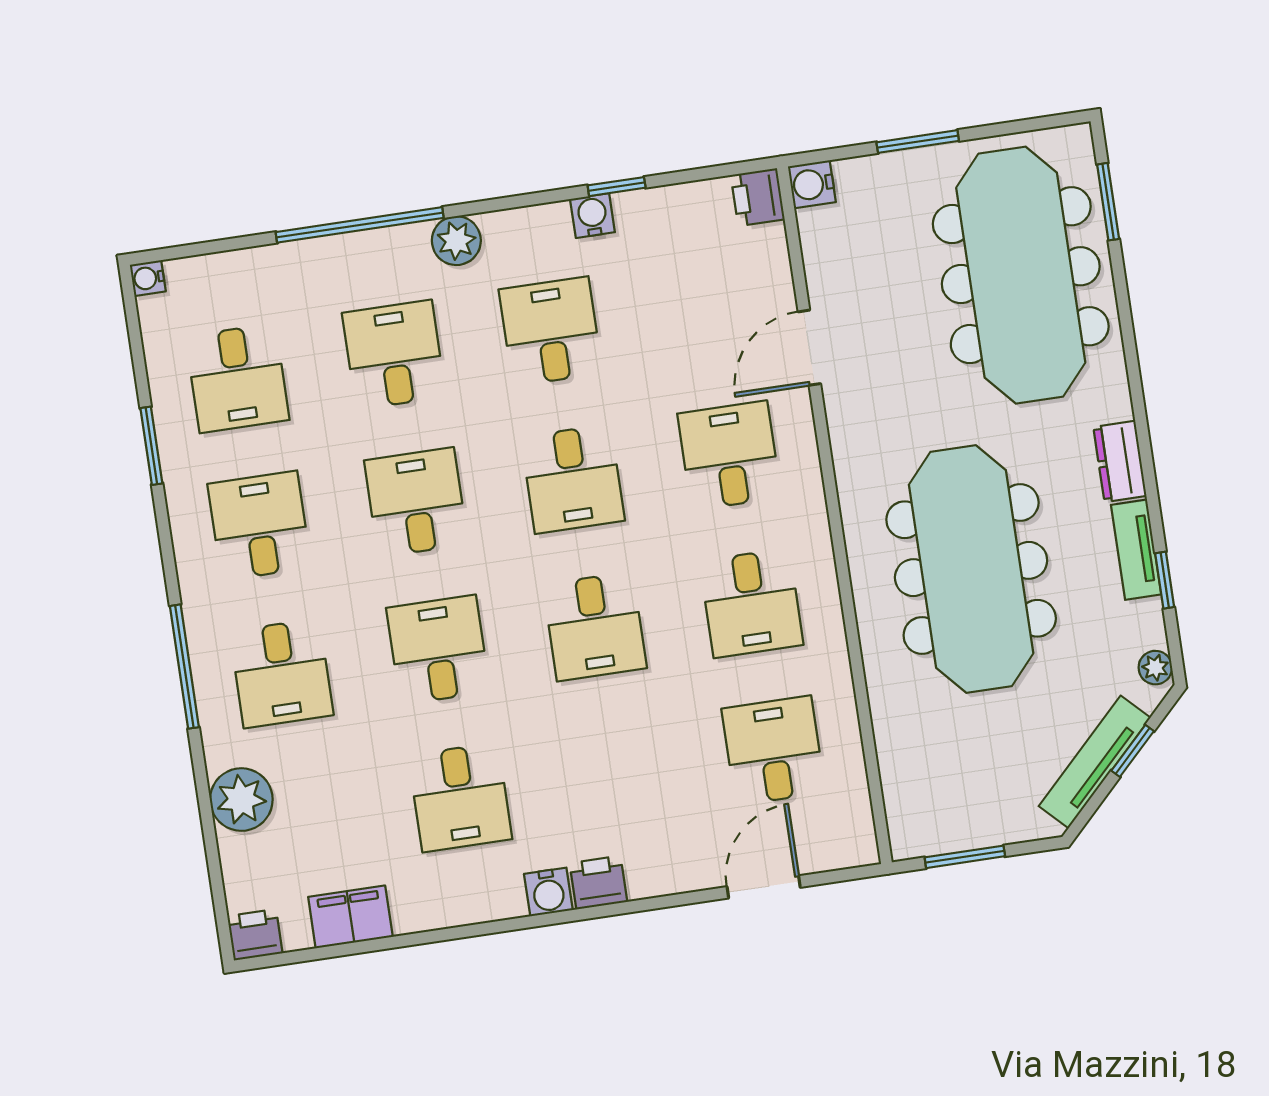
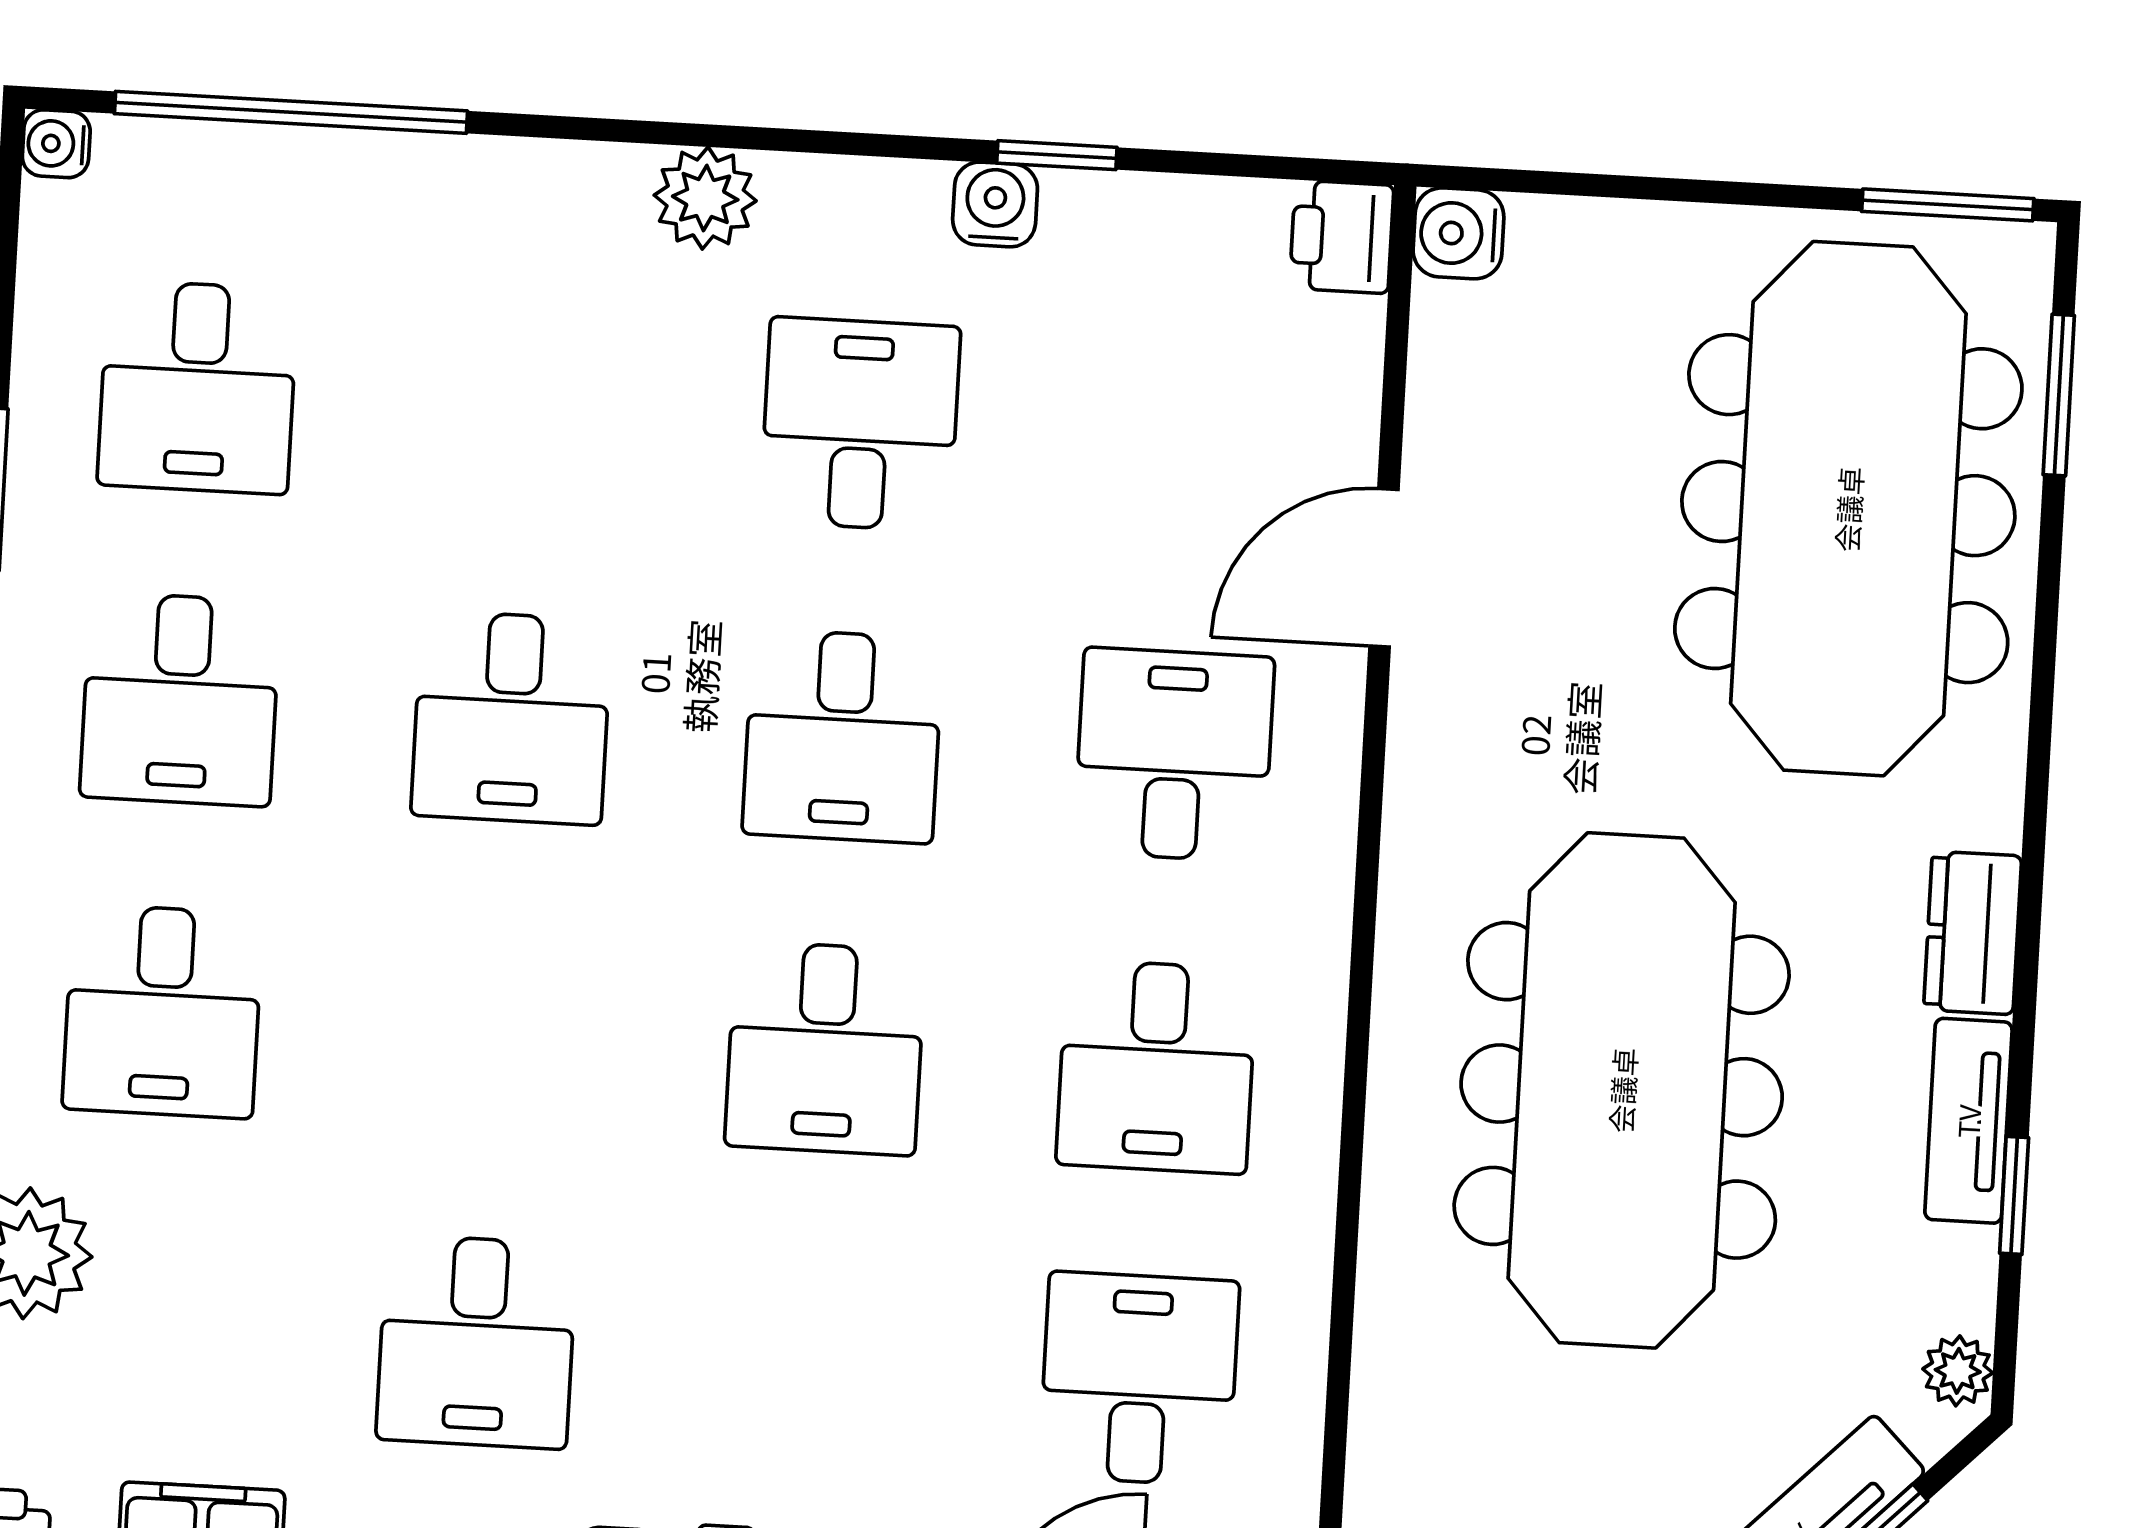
window: (918, 142) -> (1948, 205), moved
window: (360, 225) -> (291, 112), moved
desk: (394, 355) -> (529, 406), removed
desk: (416, 502) -> (511, 718), turned 180
desk: (259, 526) -> (180, 699), turned 180
desk: (438, 650) -> (494, 1030), removed

